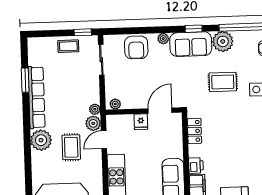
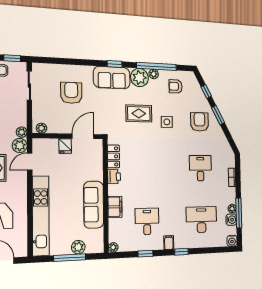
plant: (163, 39) -> (154, 74), moved
armchair: (136, 47) -> (71, 93), moved, turned 180
printer: (196, 166) -> (114, 177), moved

